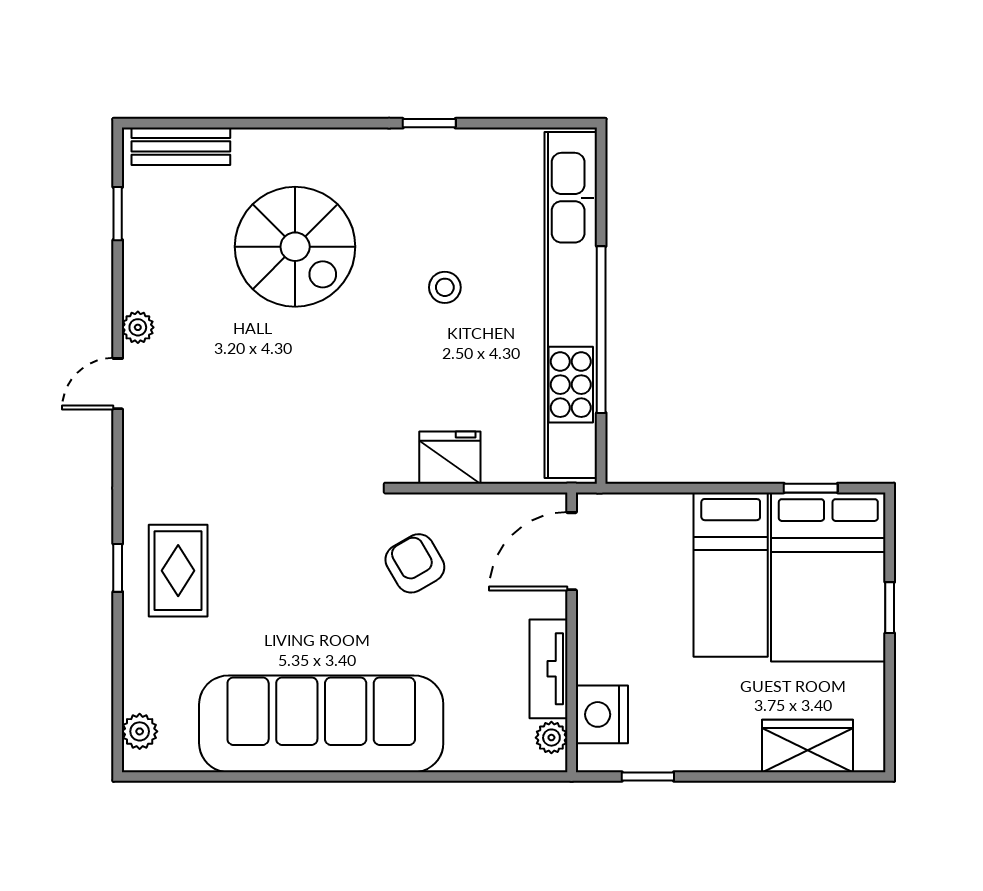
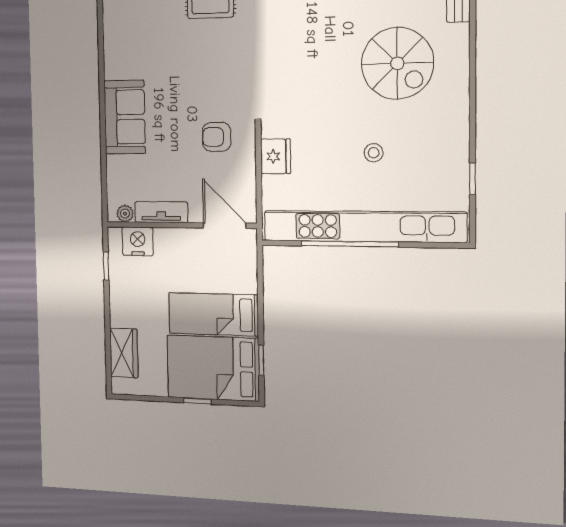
window: (429, 123) -> (472, 179), moved
spiral stairs: (295, 247) -> (397, 63), turned -90
armchair: (415, 563) -> (217, 137), turned -150
sofa: (321, 724) -> (125, 117), width x0.54, depth x0.79

